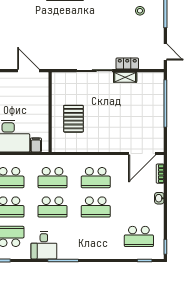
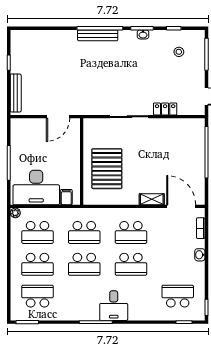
door: (28, 71) -> (58, 117), swing flipped
shelving: (125, 77) -> (152, 199), moved
pallet: (73, 119) -> (107, 169), width x1.37, depth x1.41
door: (142, 154) -> (181, 206), swing flipped
school desk: (139, 236) -> (178, 296), turned 180
desk: (44, 245) -> (114, 306), moved

